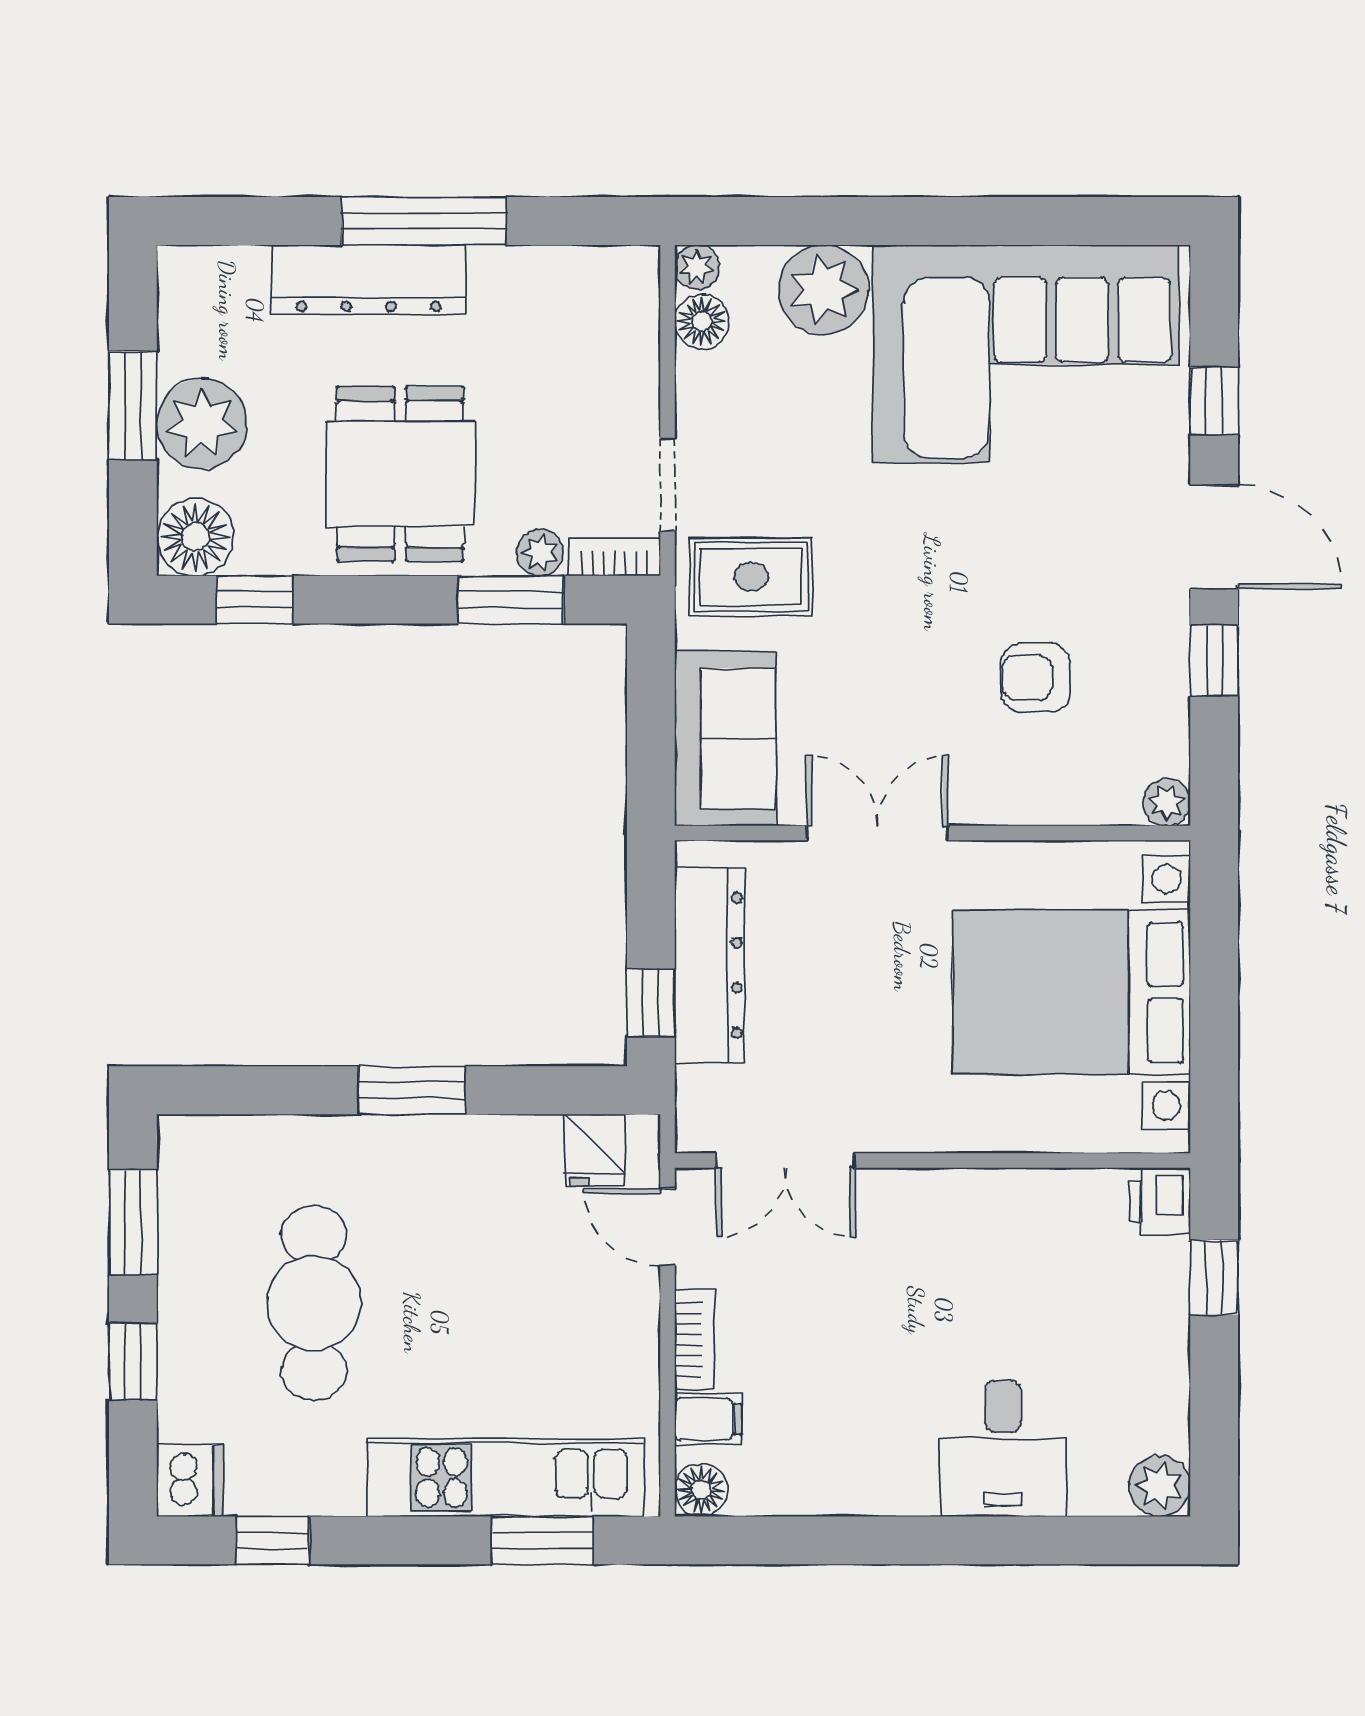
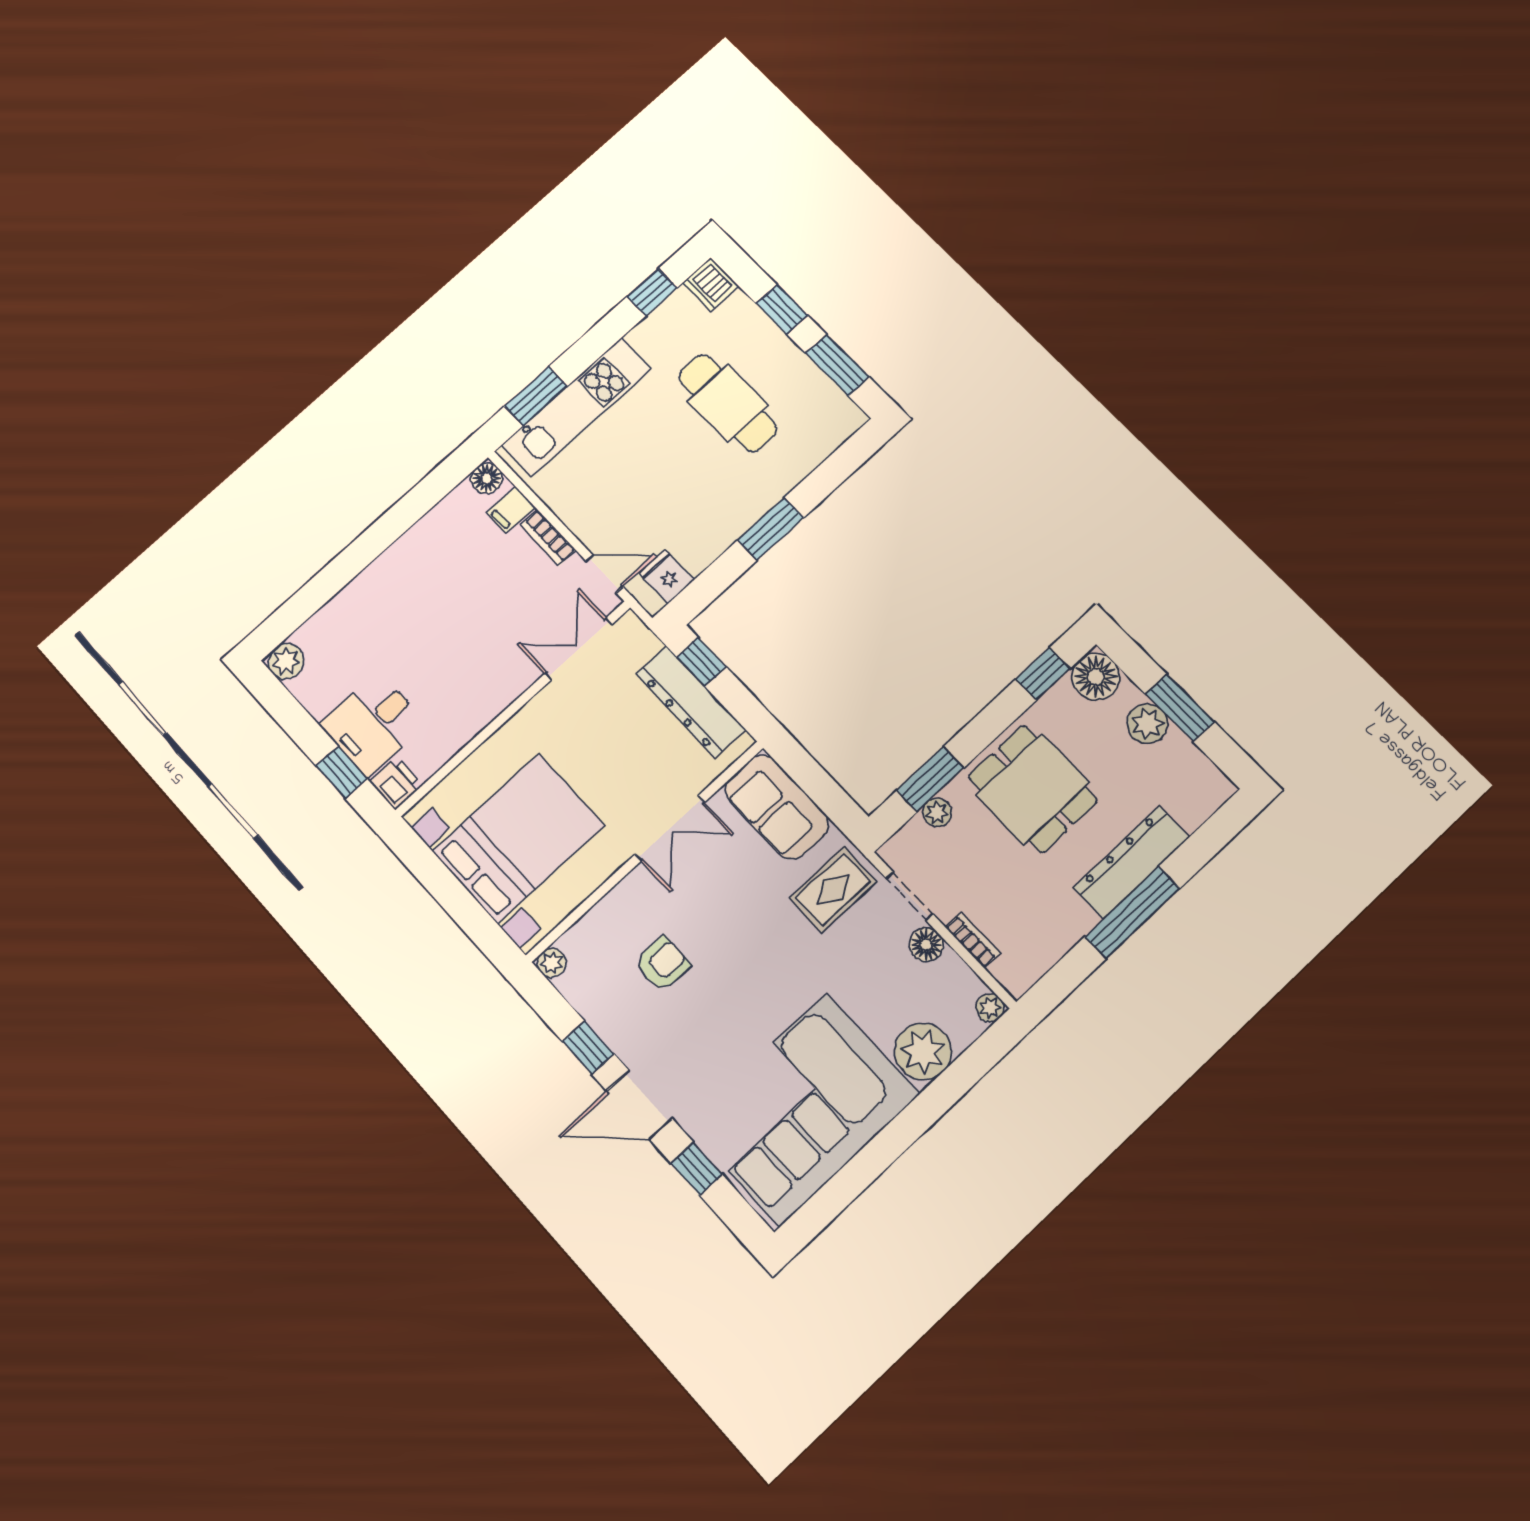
floor lamp: (702, 321) -> (926, 945), moved
plant: (202, 424) -> (1147, 724), width x0.73, depth x0.73
bookcase: (614, 557) -> (973, 940), moved, turned -90
desk: (1003, 1449) -> (373, 724), moved, turned -90

